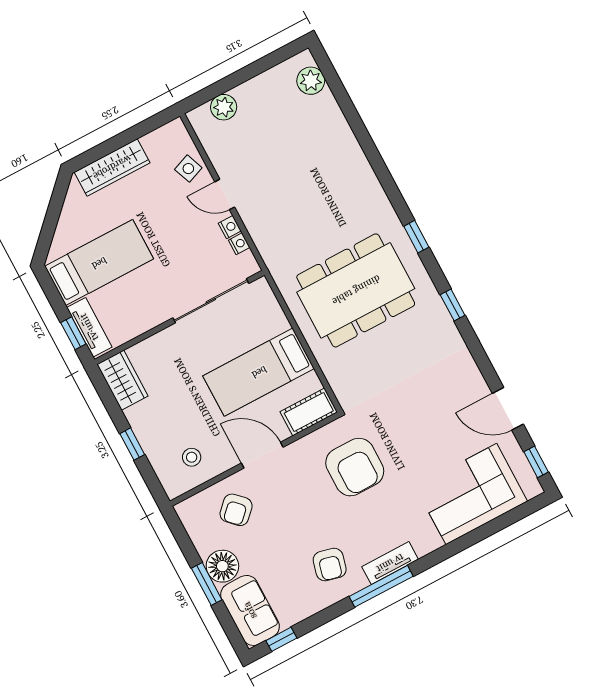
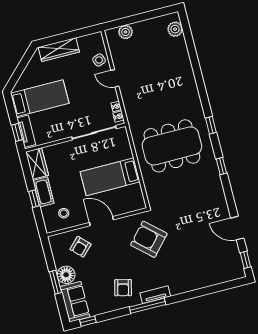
nightstand: (230, 227) -> (119, 116), moved
cot: (309, 412) -> (43, 192), moved, turned 90
armchair: (355, 467) -> (149, 239), turned 132
corner sofa: (471, 494) -> (207, 268), removed

